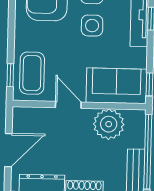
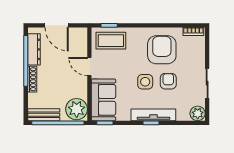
door: (68, 105) -> (89, 67), swing flipped
plant: (109, 124) -> (77, 109), moved

